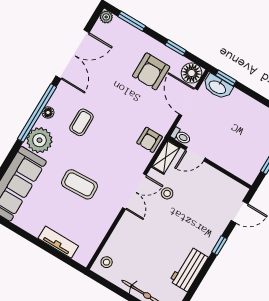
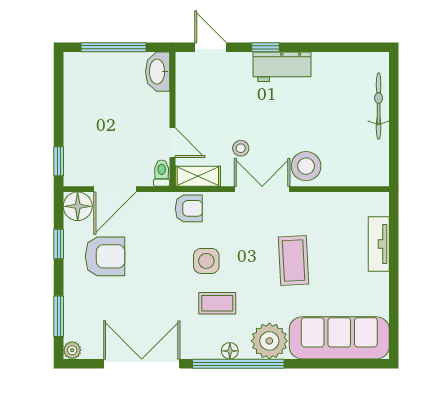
washbasin: (218, 87) -> (158, 72), moved, turned 180
side table: (111, 131) -> (206, 261), added
stool: (107, 262) -> (306, 166), moved, width x1.89, depth x1.89
workbench: (189, 269) -> (282, 67), moved

